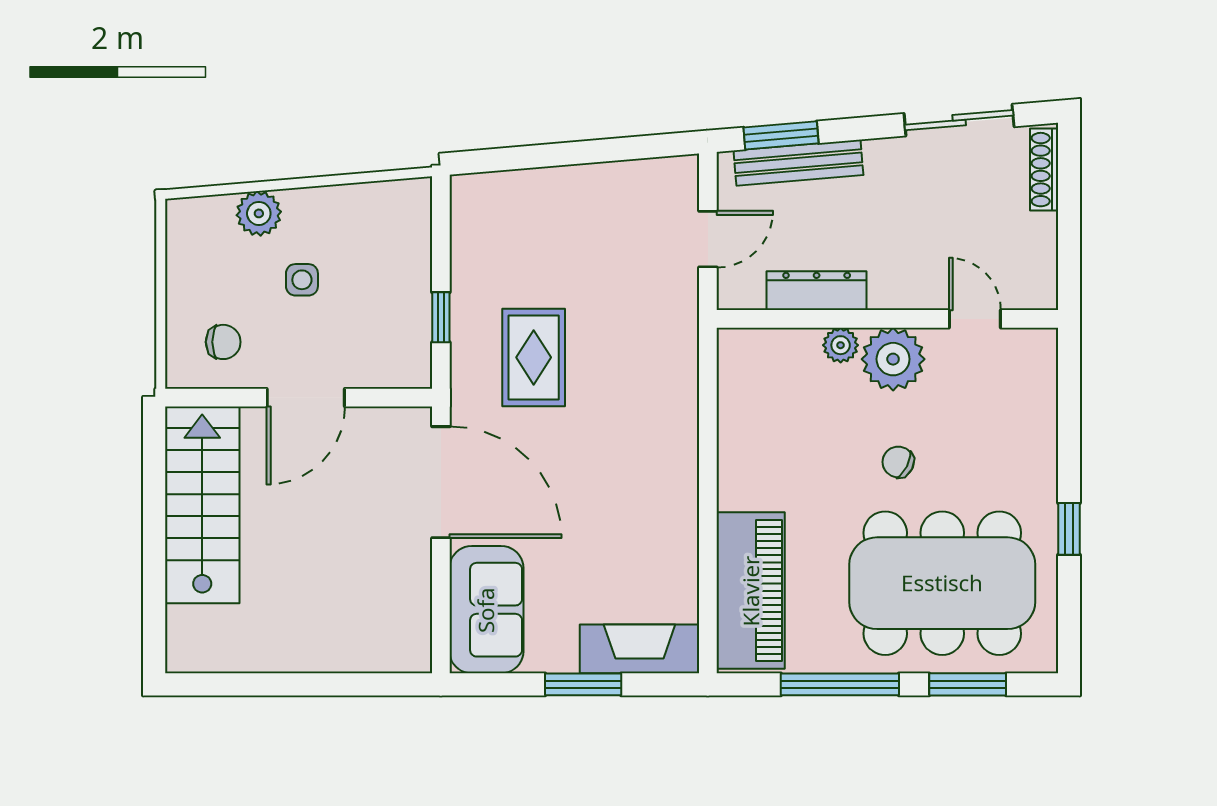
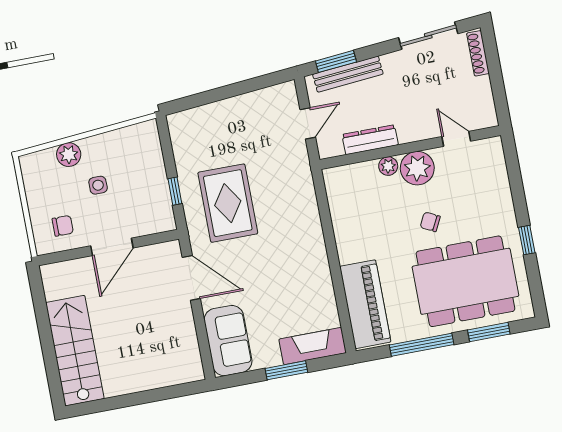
rug: (534, 357) -> (228, 203), width x1.36, depth x1.43
door: (441, 482) -> (191, 278), width x0.73
stairs: (202, 505) -> (75, 351), moved

